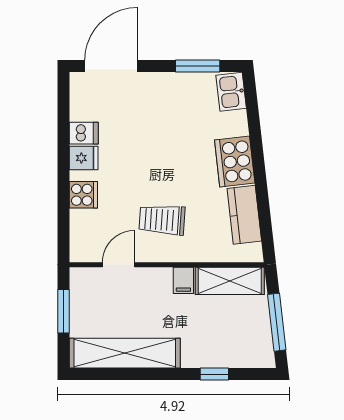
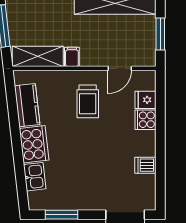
kitchen sink: (231, 92) -> (35, 177), moved
fridge: (84, 158) -> (145, 100), moved
trolley: (162, 220) -> (88, 101), turned 86

